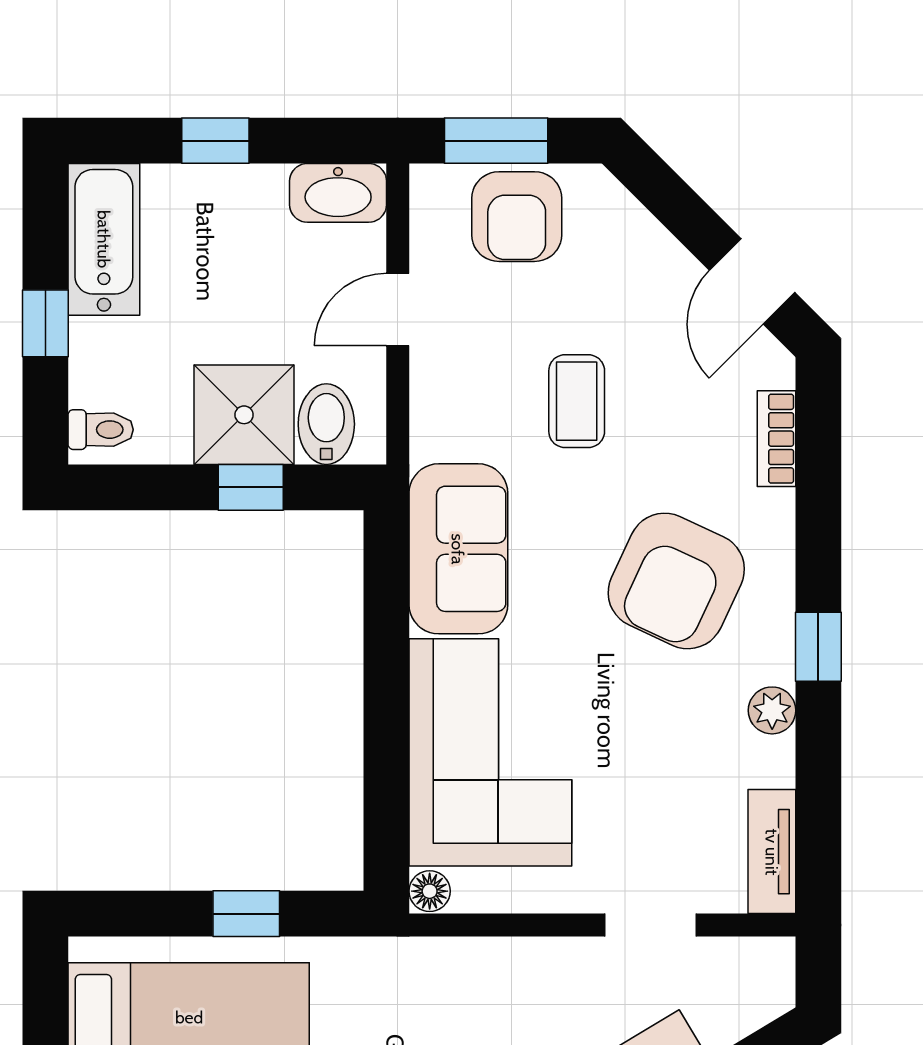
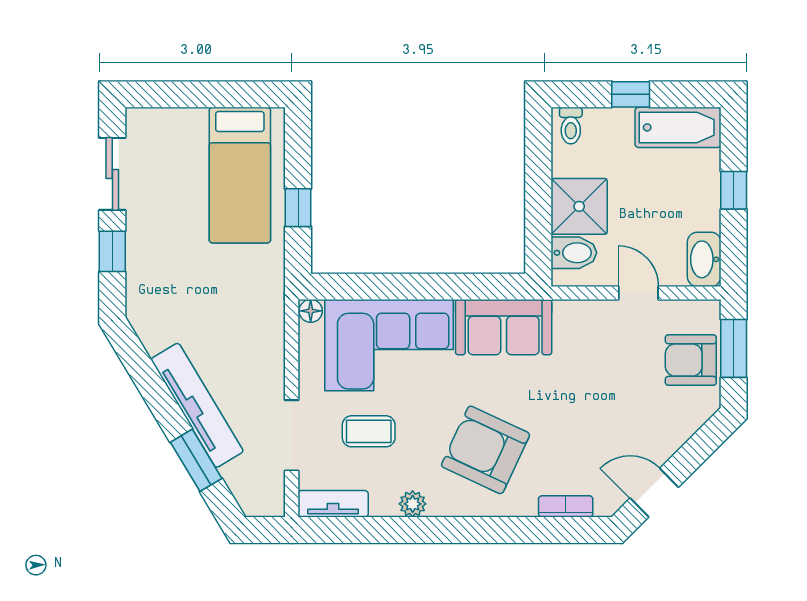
coffee table: (577, 401) -> (369, 431), moved
window: (251, 487) -> (538, 210), removed
window: (818, 647) -> (448, 530), removed
doorway: (651, 925) -> (292, 435), width x1.38

